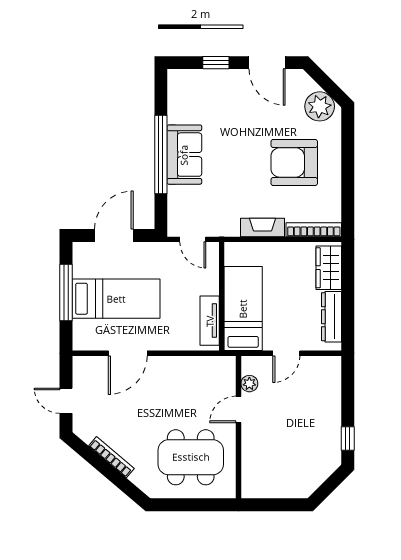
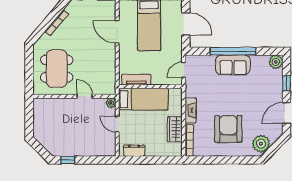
plant: (179, 81) -> (276, 62), added
wardrobe: (329, 268) -> (175, 129), moved, turned -90
dresser: (331, 317) -> (134, 151), width x0.70
plant: (249, 384) -> (111, 103), moved

